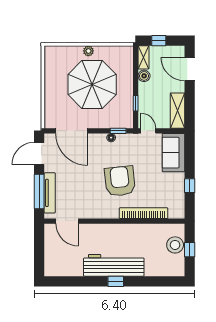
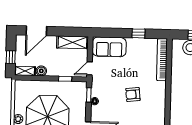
armchair: (120, 181) -> (133, 94), width x0.53, depth x0.53
bookcase: (144, 213) -> (162, 60), moved

